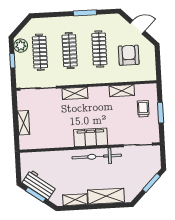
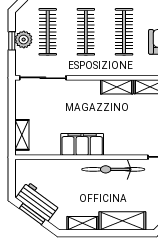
plant: (21, 46) -> (24, 40), moved
shelving: (75, 93) -> (117, 87), moved
shelving: (24, 123) -> (22, 135), moved
filing cabinet: (91, 137) -> (82, 144), moved

